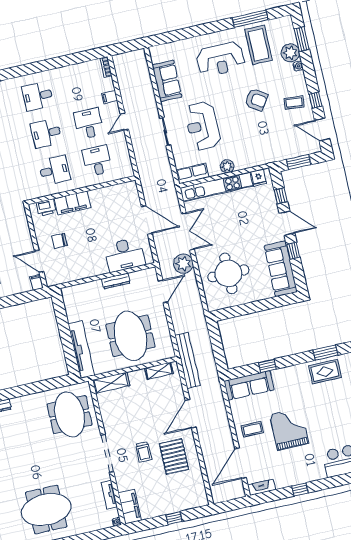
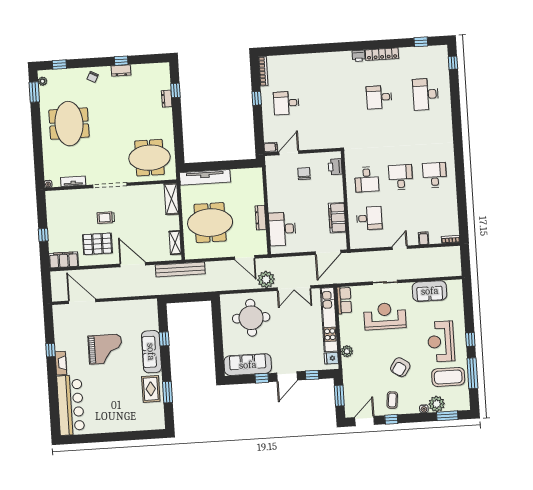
window: (213, 27) -> (470, 339), added
door: (124, 122) -> (400, 248), hinge flipped
desk: (89, 124) -> (403, 216), removed
plant: (227, 166) -> (347, 351), moved
filing cabinet: (73, 203) -> (337, 218), moved
door: (147, 220) -> (328, 252), moved
sofa: (249, 385) -> (151, 352), moved
coffee table: (252, 429) -> (110, 317), removed
fireplace: (261, 487) -> (61, 363), moved
filing cabinet: (130, 507) -> (64, 260), moved, turned 180

